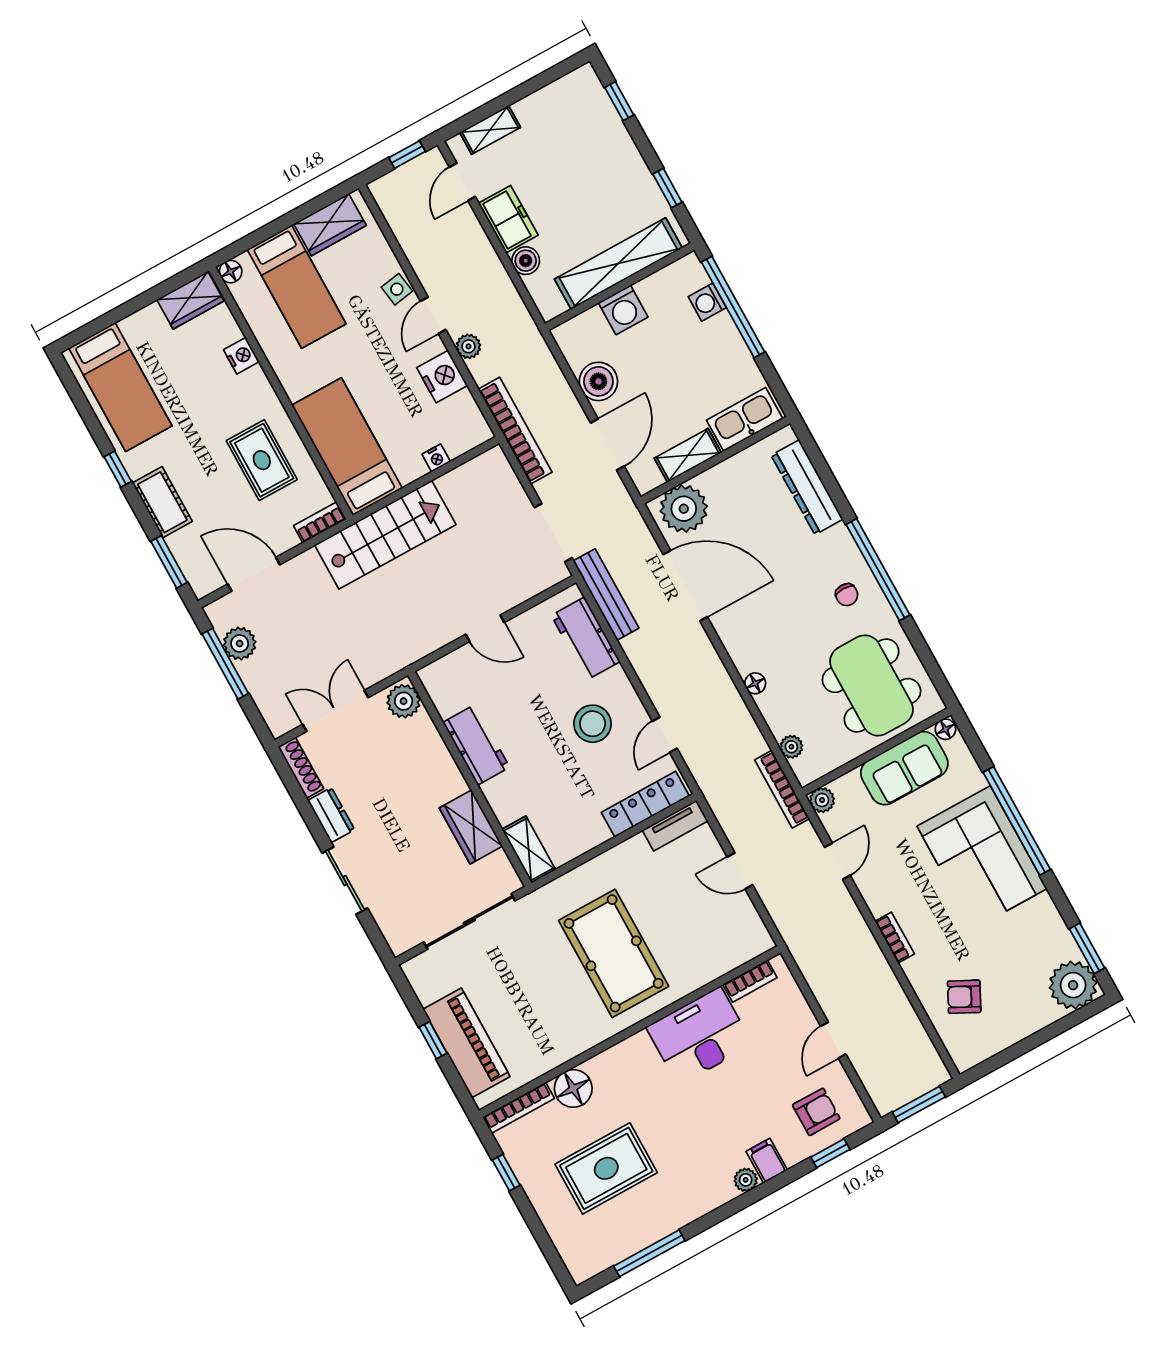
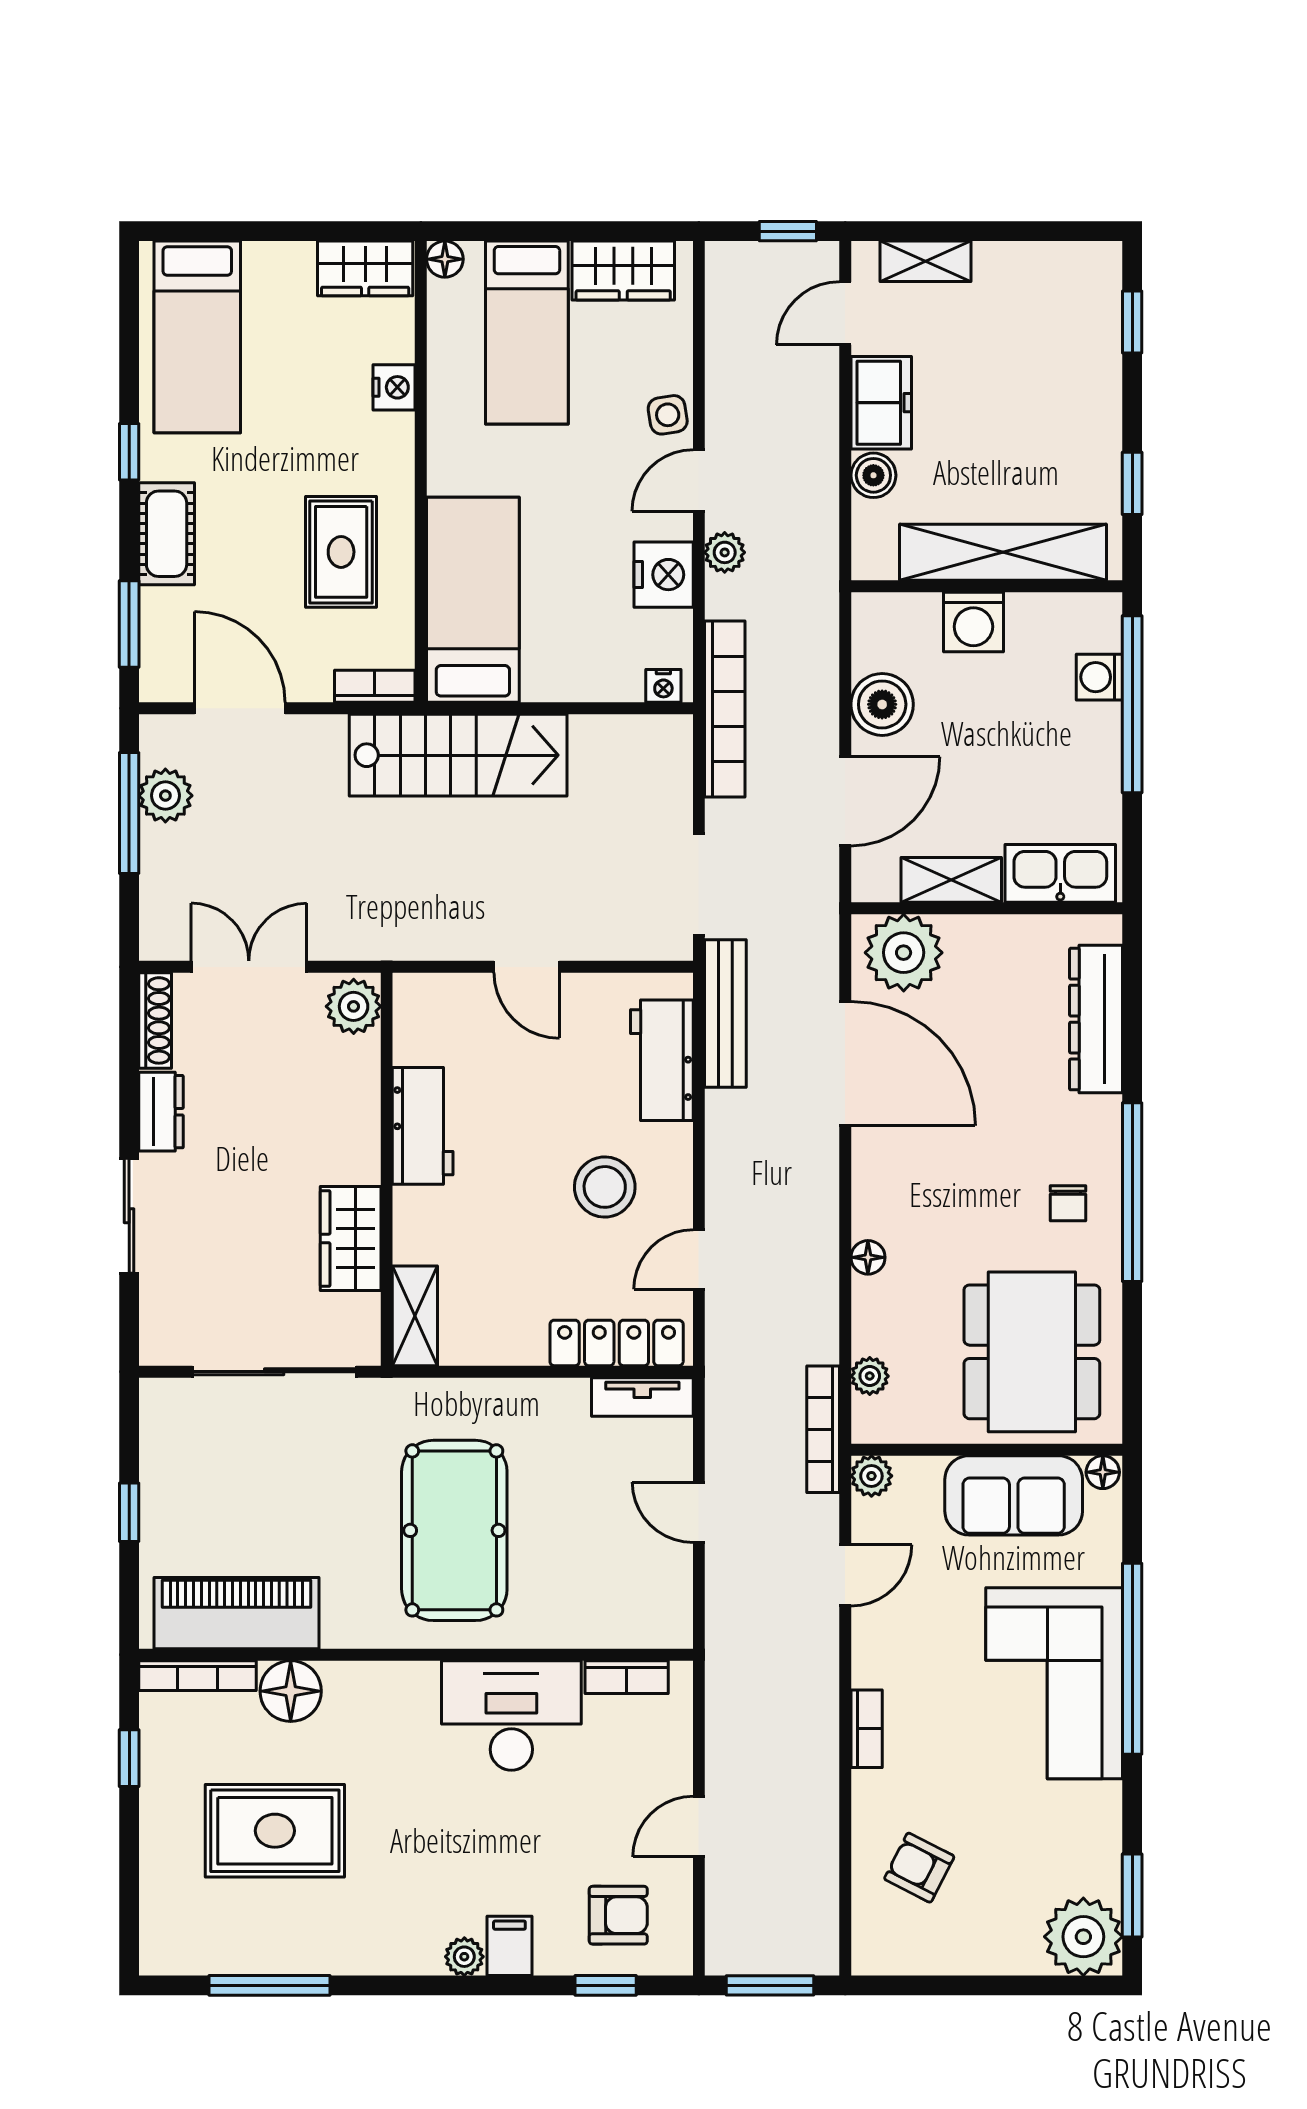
nightstand: (436, 458) -> (663, 686), moved
piano: (467, 1043) -> (236, 1613), moved, turned -90

